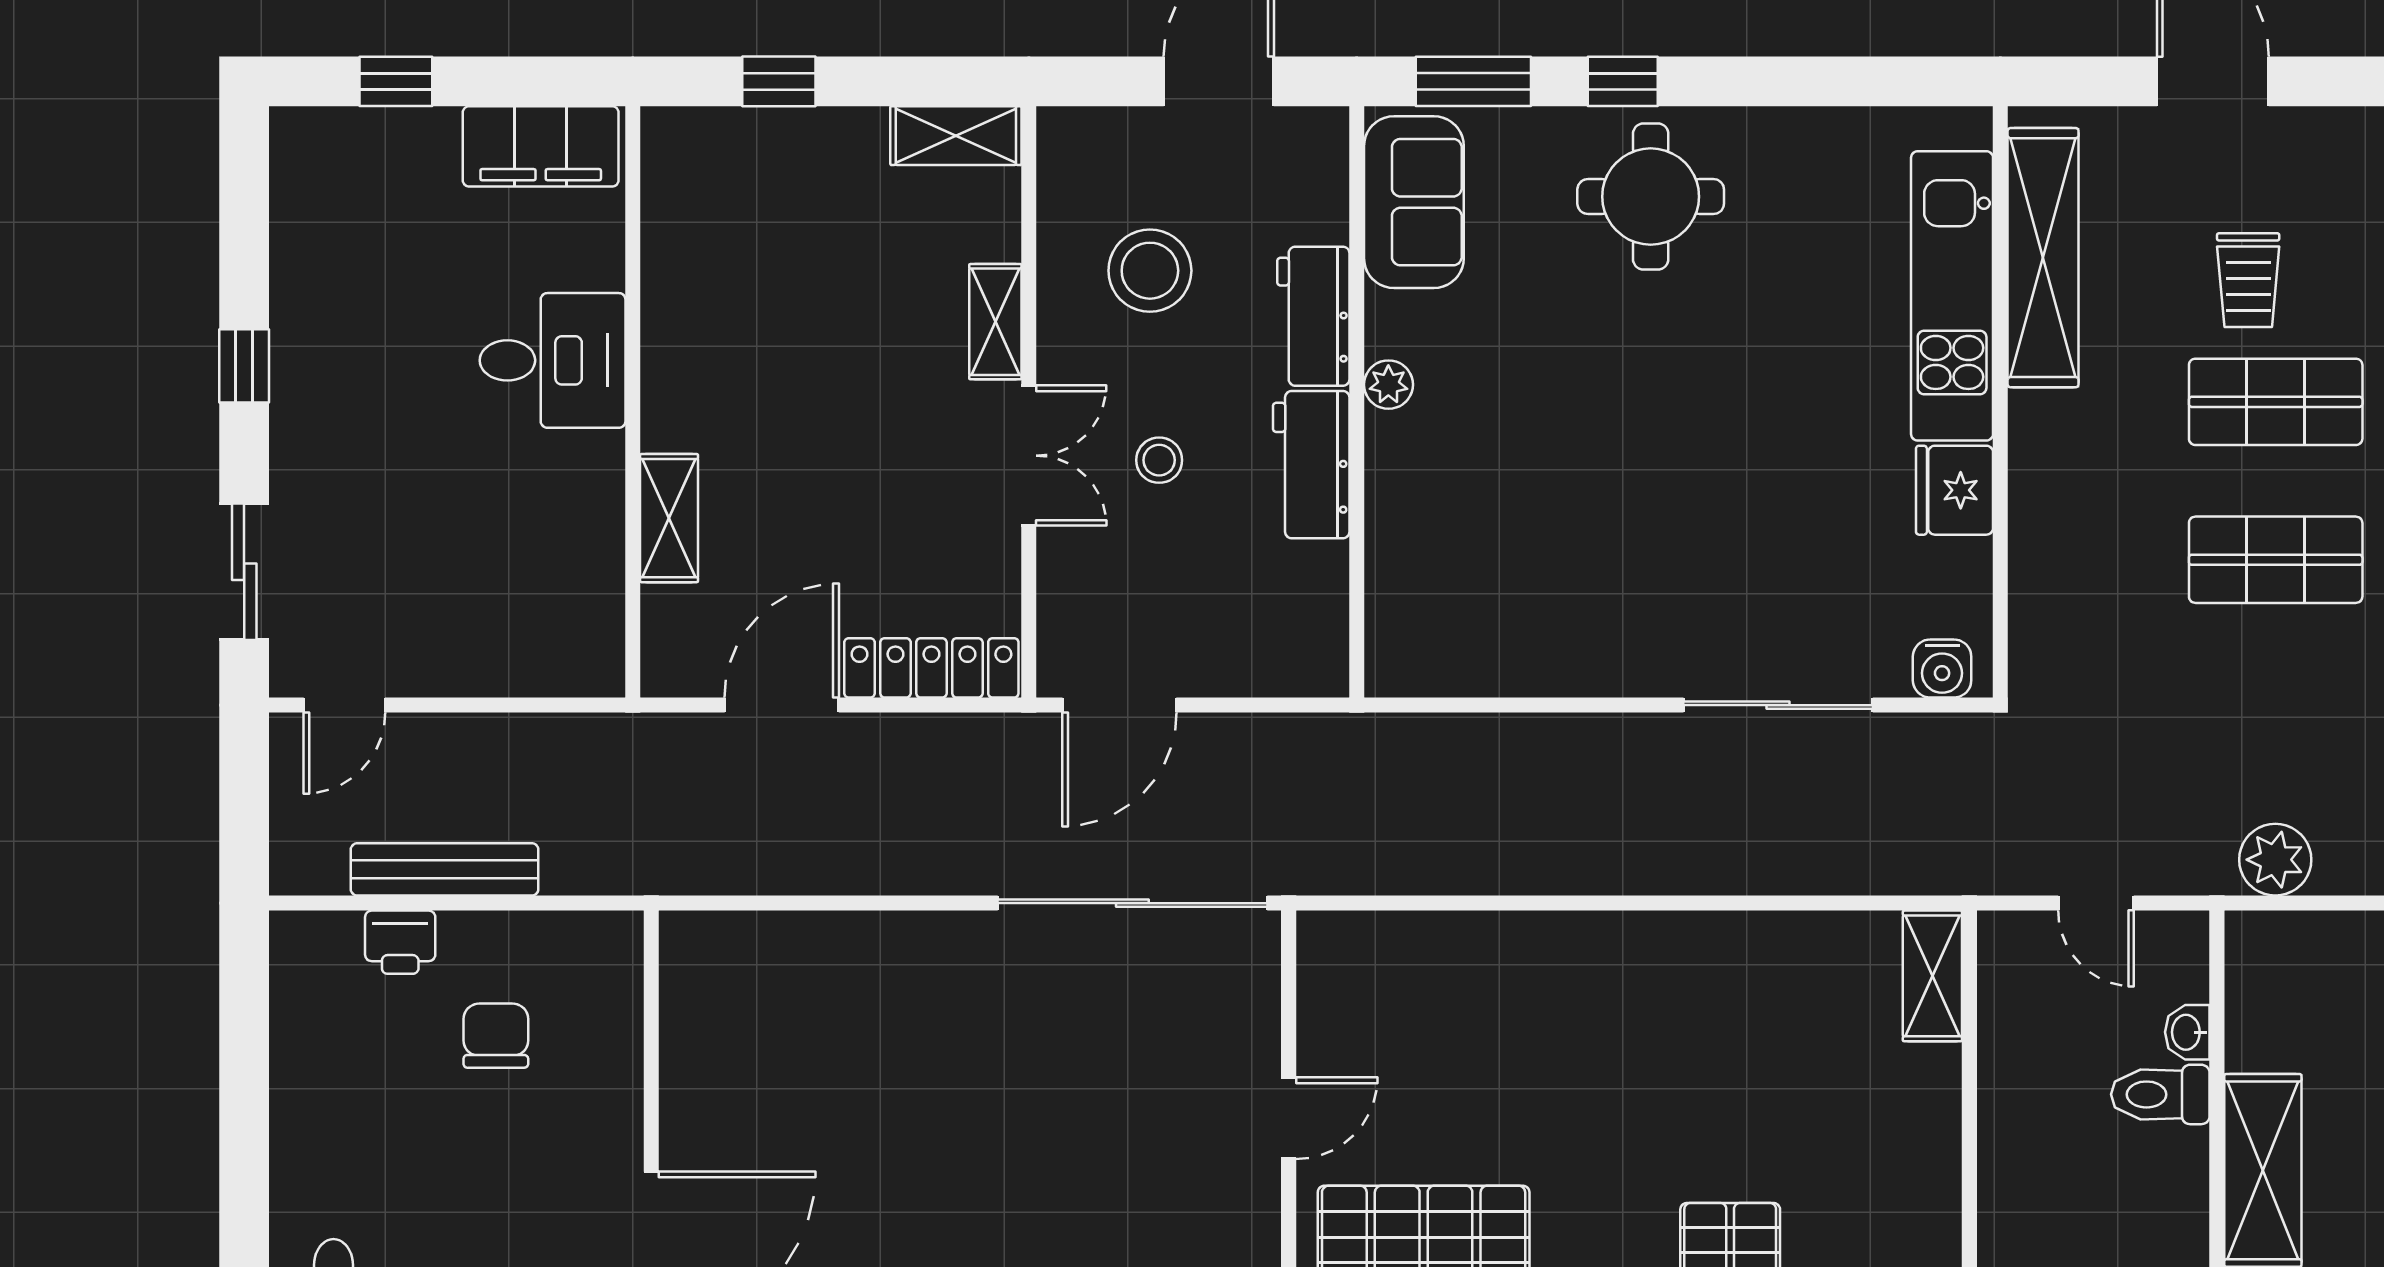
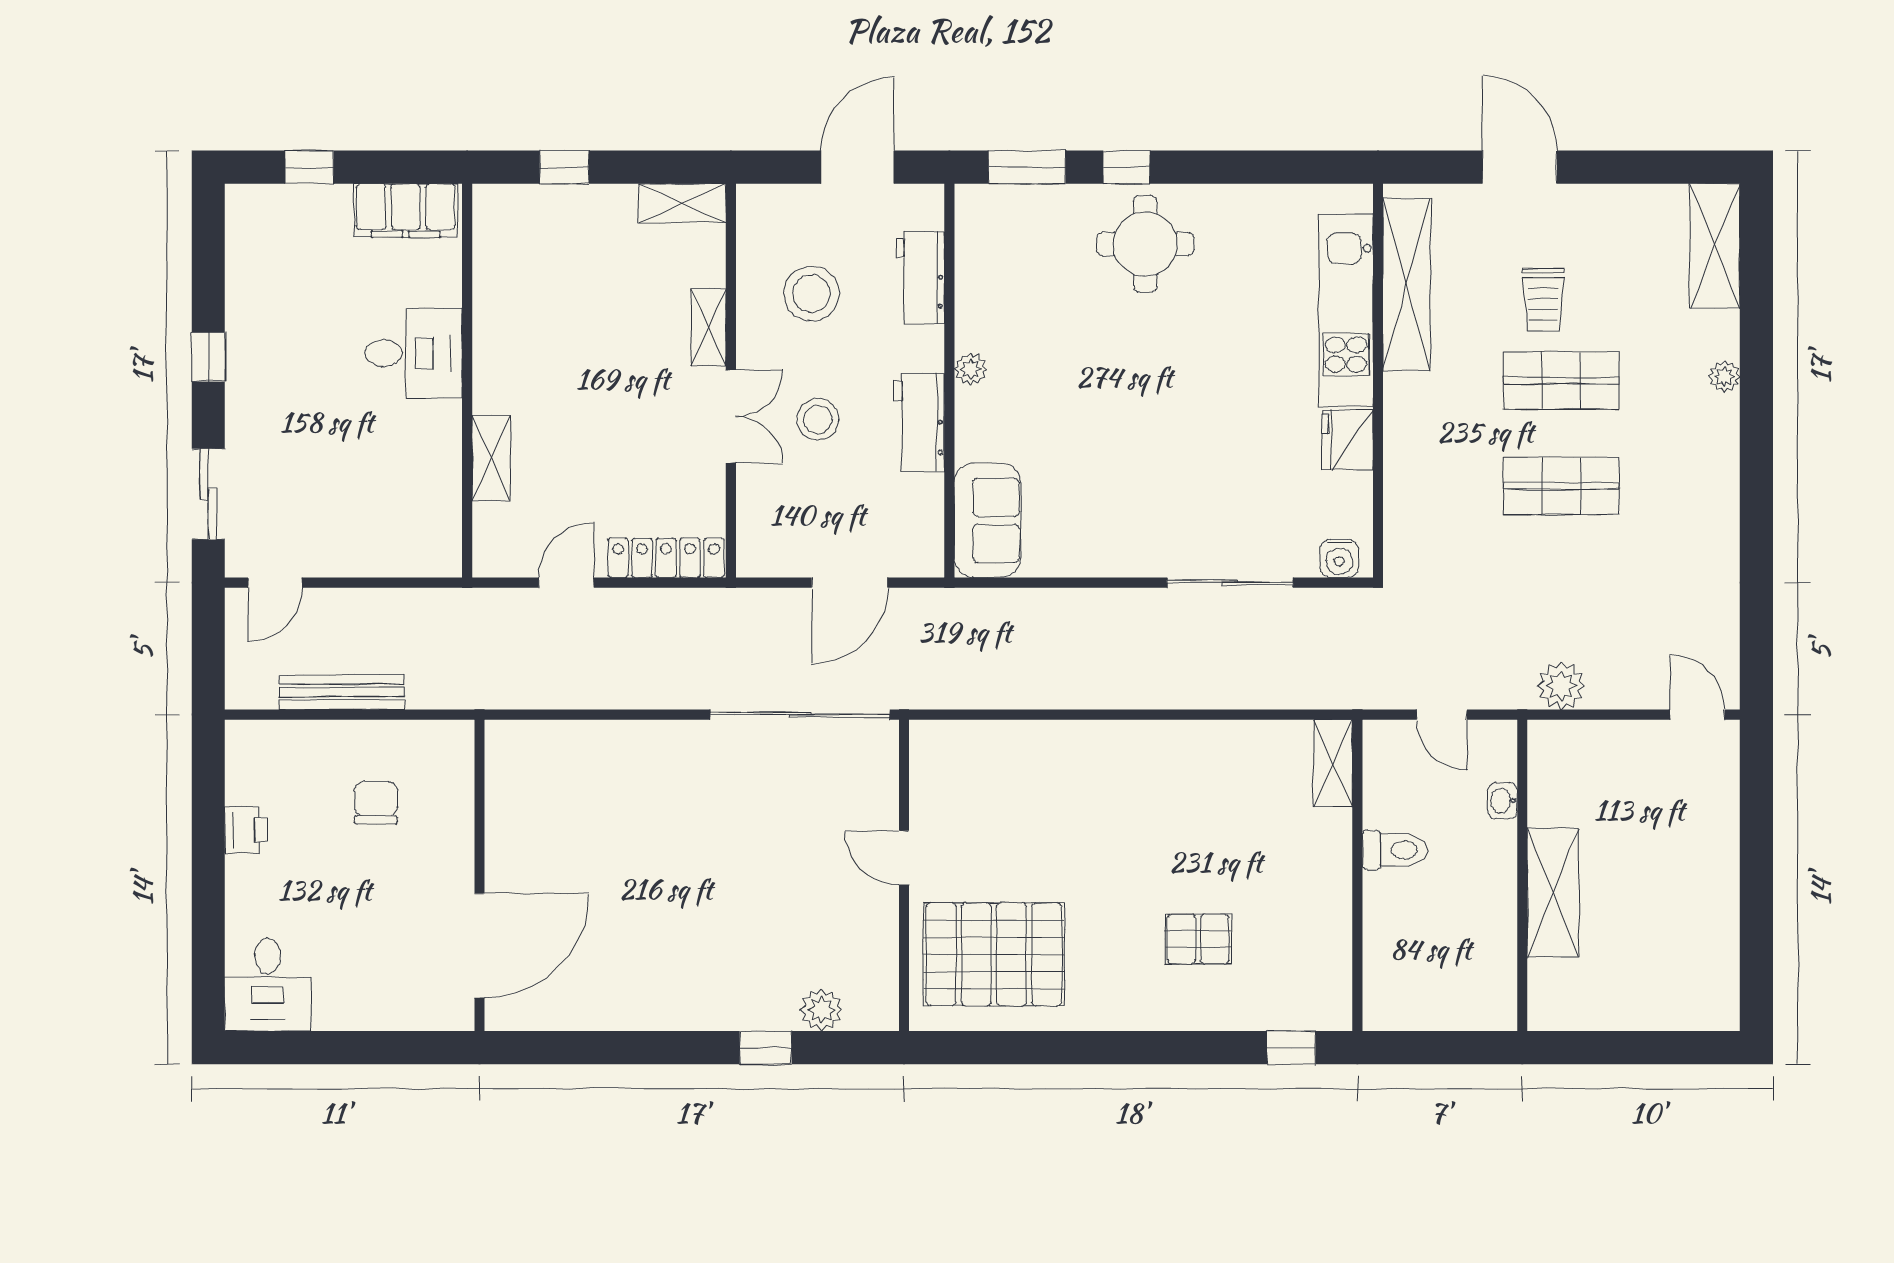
sofa: (1414, 202) -> (987, 520), moved
workbench: (1313, 316) -> (920, 278), moved
stool: (1159, 460) -> (818, 420), width x1.37, depth x1.37
door: (782, 705) -> (566, 583), width x0.73
door: (1119, 705) -> (850, 583), moved
printer: (400, 942) -> (246, 830), moved, turned -90
toilet: (2160, 1094) -> (1395, 850), moved, turned 180
door: (1289, 1118) -> (904, 858), swing flipped

